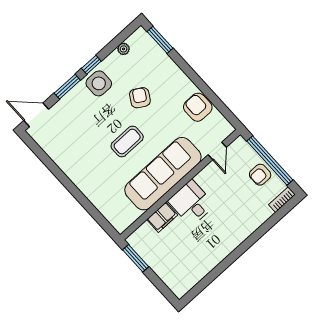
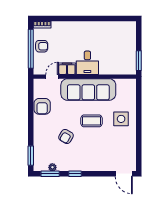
side table: (99, 83) -> (121, 119), moved
window: (67, 87) -> (50, 174), moved
filing cabinet: (162, 217) -> (67, 69), moved

